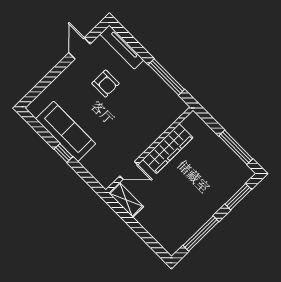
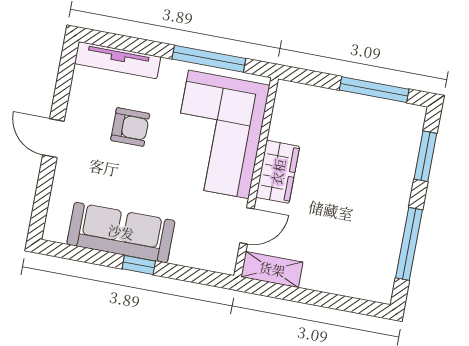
door: (80, 48) -> (53, 138), moved
corner sofa: (146, 117) -> (219, 134), added
wardrobe: (168, 149) -> (278, 172), width x0.67

